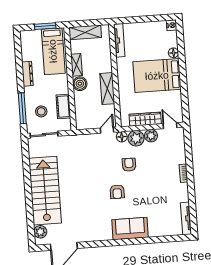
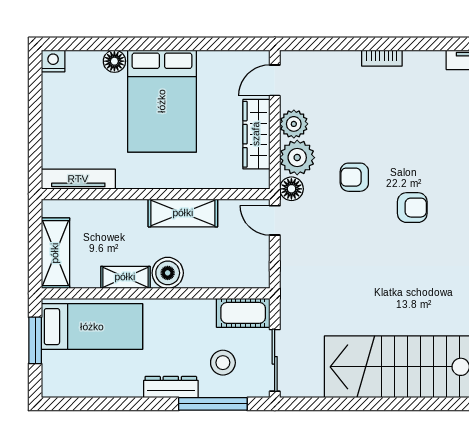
dresser: (27, 74) -> (171, 387), moved
cot: (63, 107) -> (243, 313), moved

